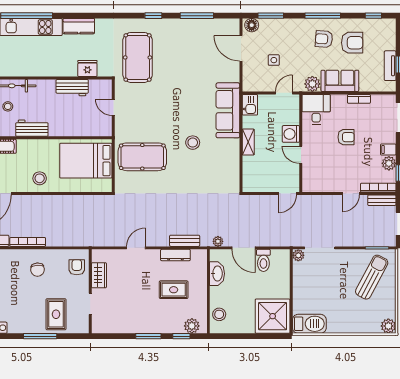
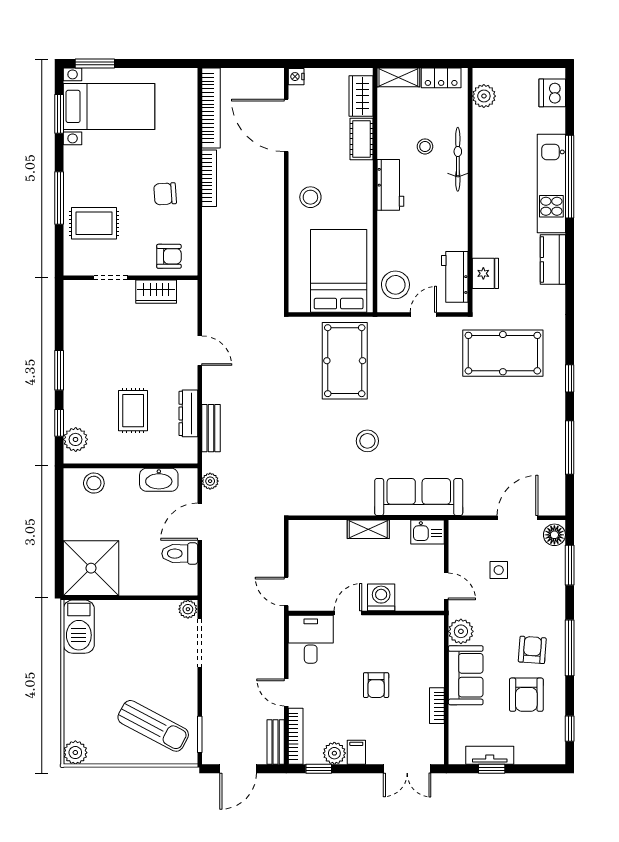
workbench: (72, 88) -> (455, 277), moved
desk: (316, 109) -> (311, 639), moved, turned -90
stool: (95, 125) -> (395, 285), added

